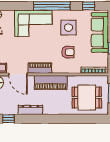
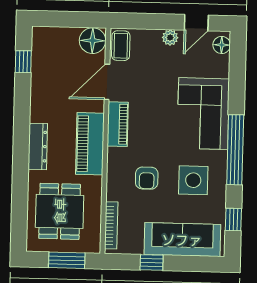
dresser: (30, 110) -> (38, 146), moved

